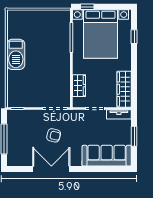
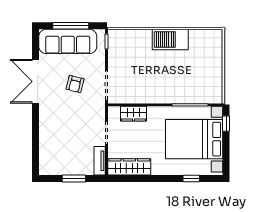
sofa: (107, 156) -> (68, 41), moved, turned 90
double door: (51, 169) -> (36, 81), swing flipped

